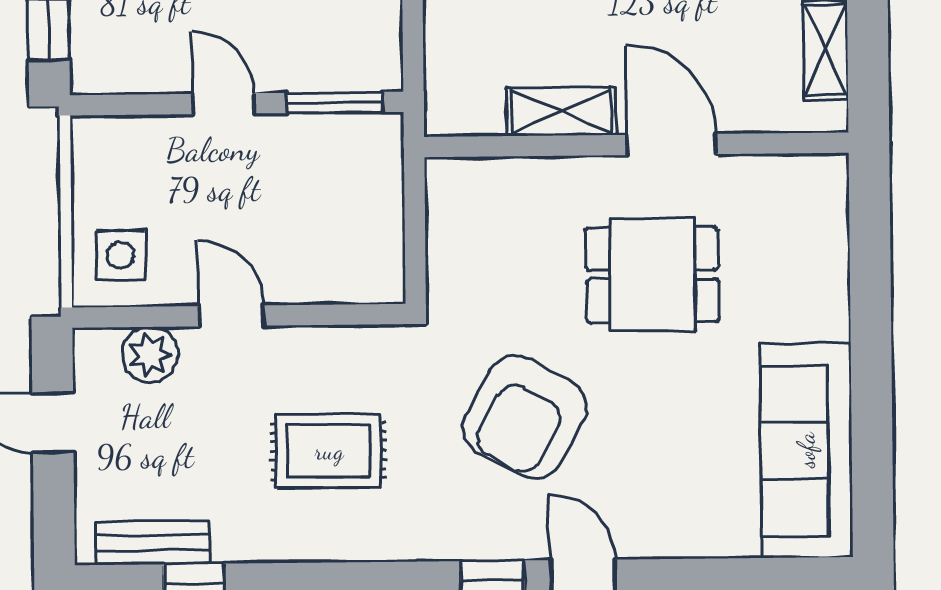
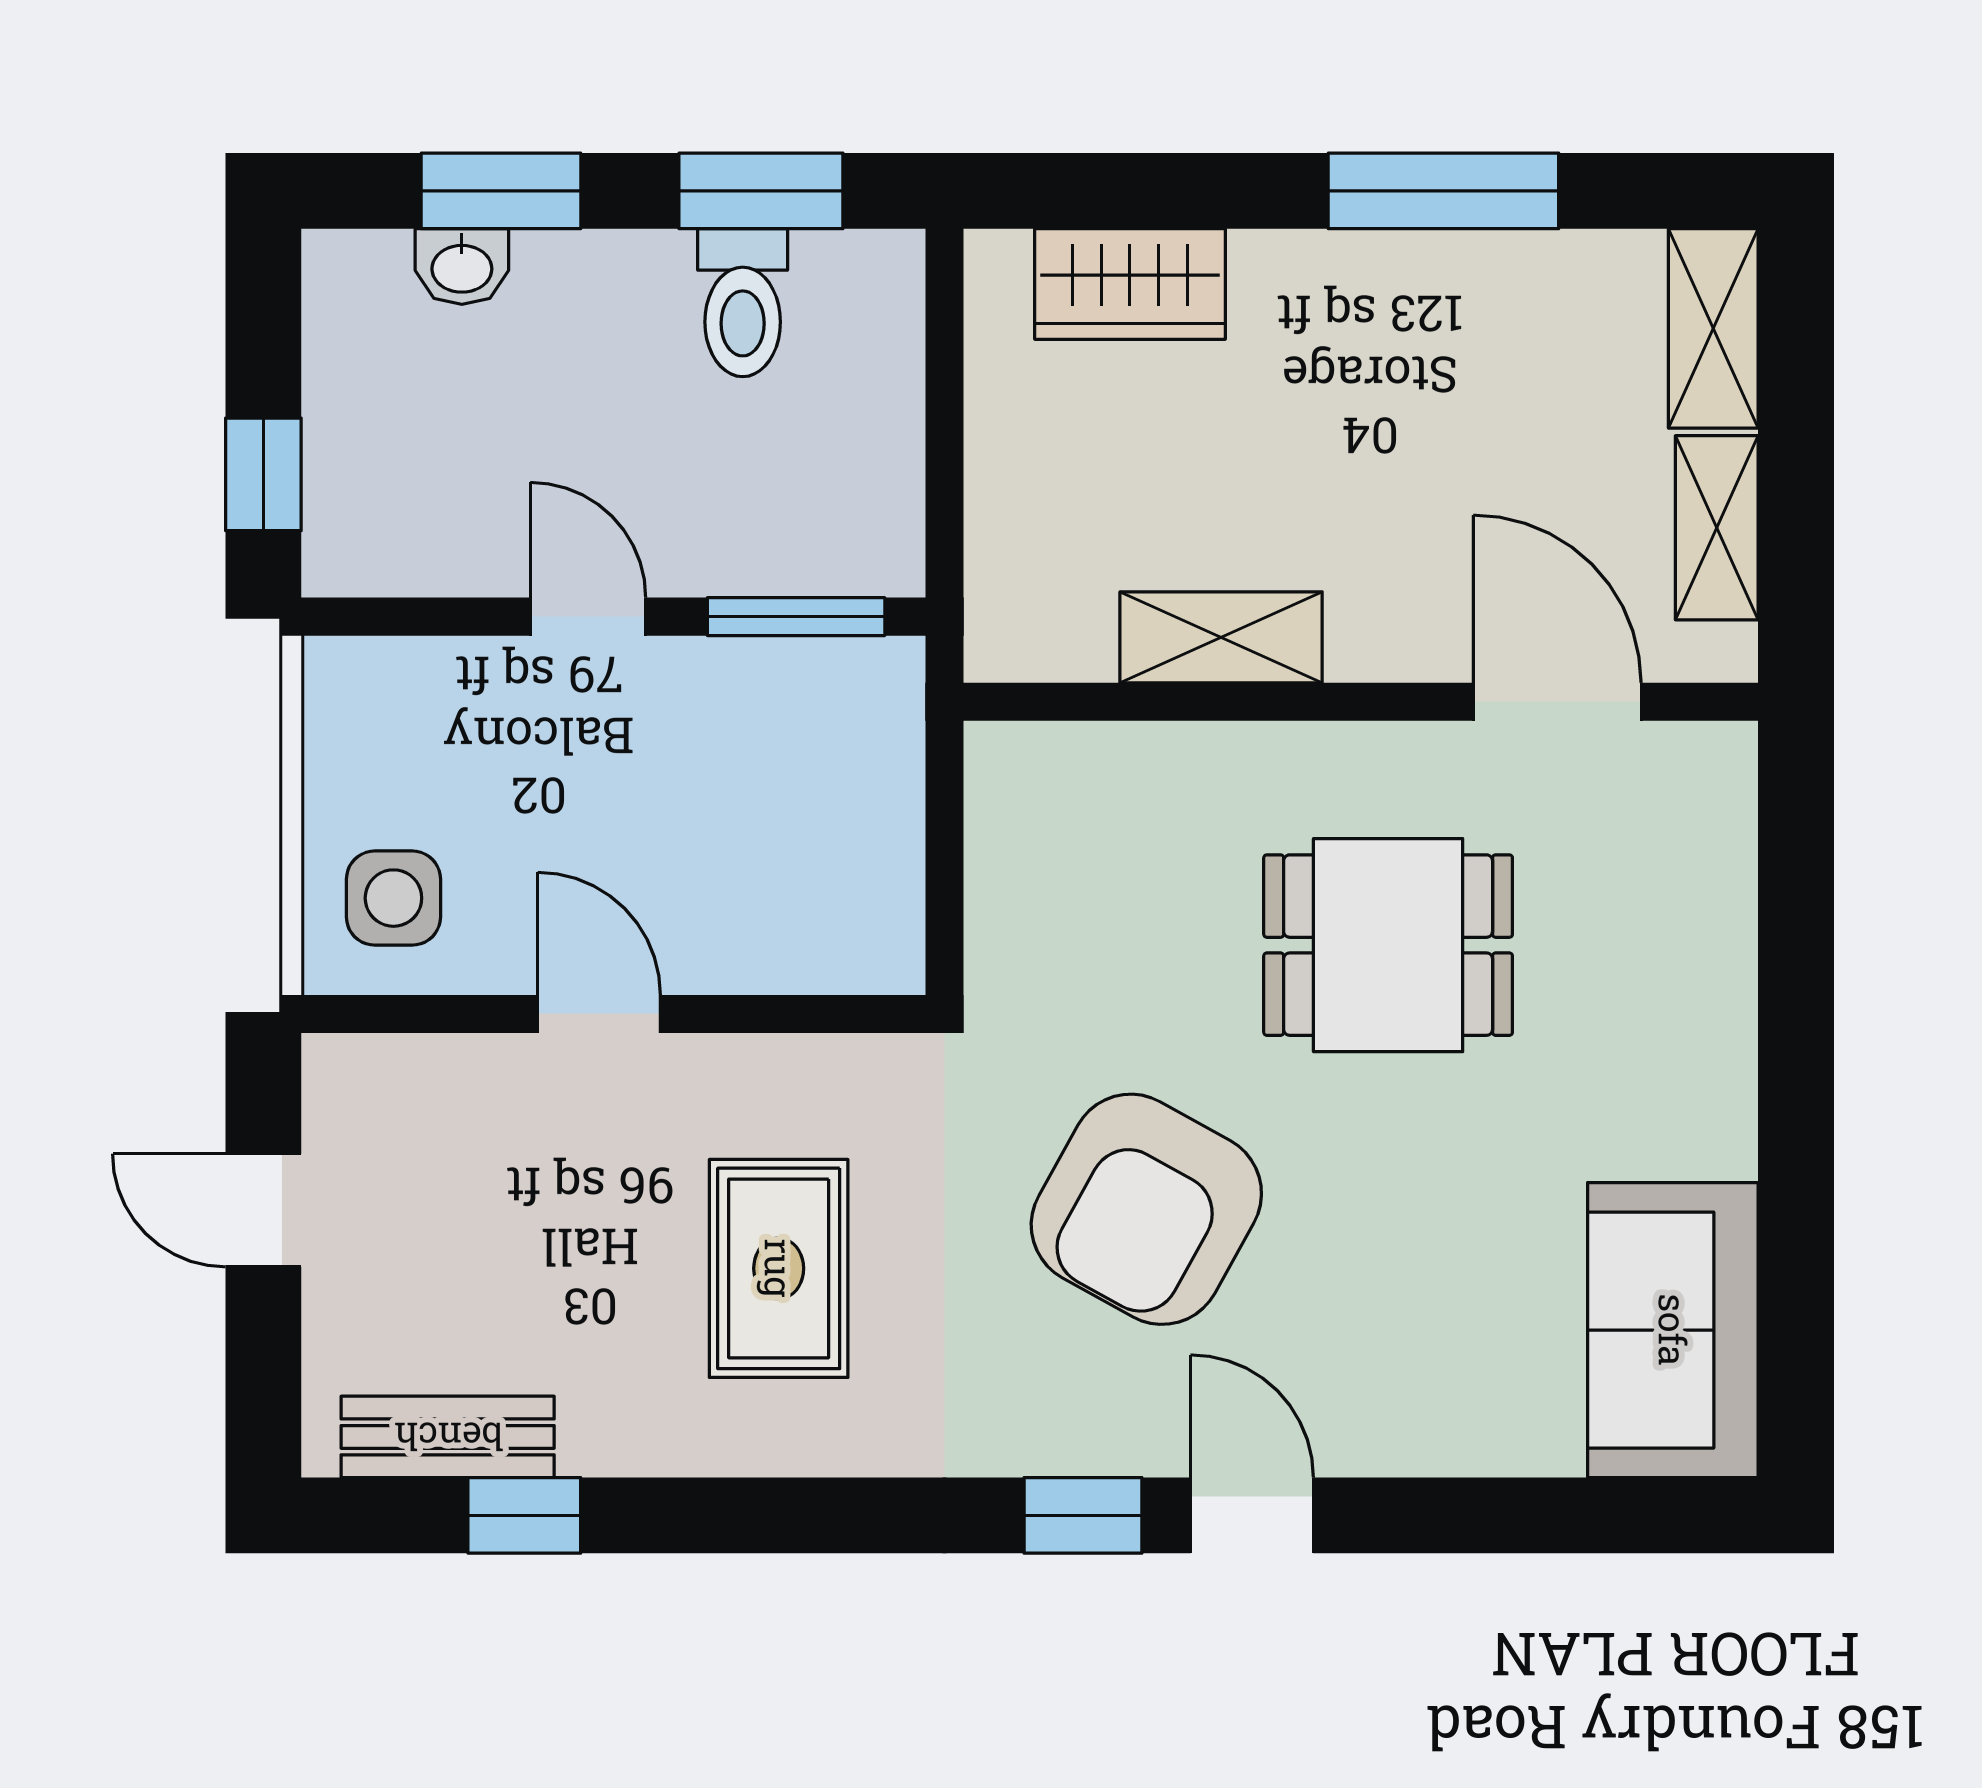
door: (672, 144) -> (1557, 702), moved
plant: (150, 355) -> (446, 1085), removed
sofa: (806, 450) -> (1673, 1330), width x0.73
rug: (329, 451) -> (779, 1268), turned 90

